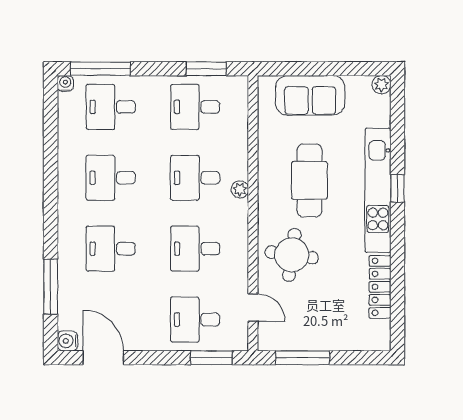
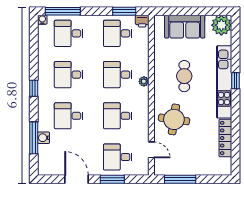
plant: (382, 85) -> (221, 25), width x1.88, depth x1.88
printer: (237, 86) -> (142, 21), added
cafe table: (309, 180) -> (184, 76), width x0.73, depth x0.74
window: (51, 201) -> (34, 88), added
water cooler: (67, 341) -> (44, 138), moved
door: (103, 358) -> (77, 179), moved
window: (211, 358) -> (112, 179), moved

